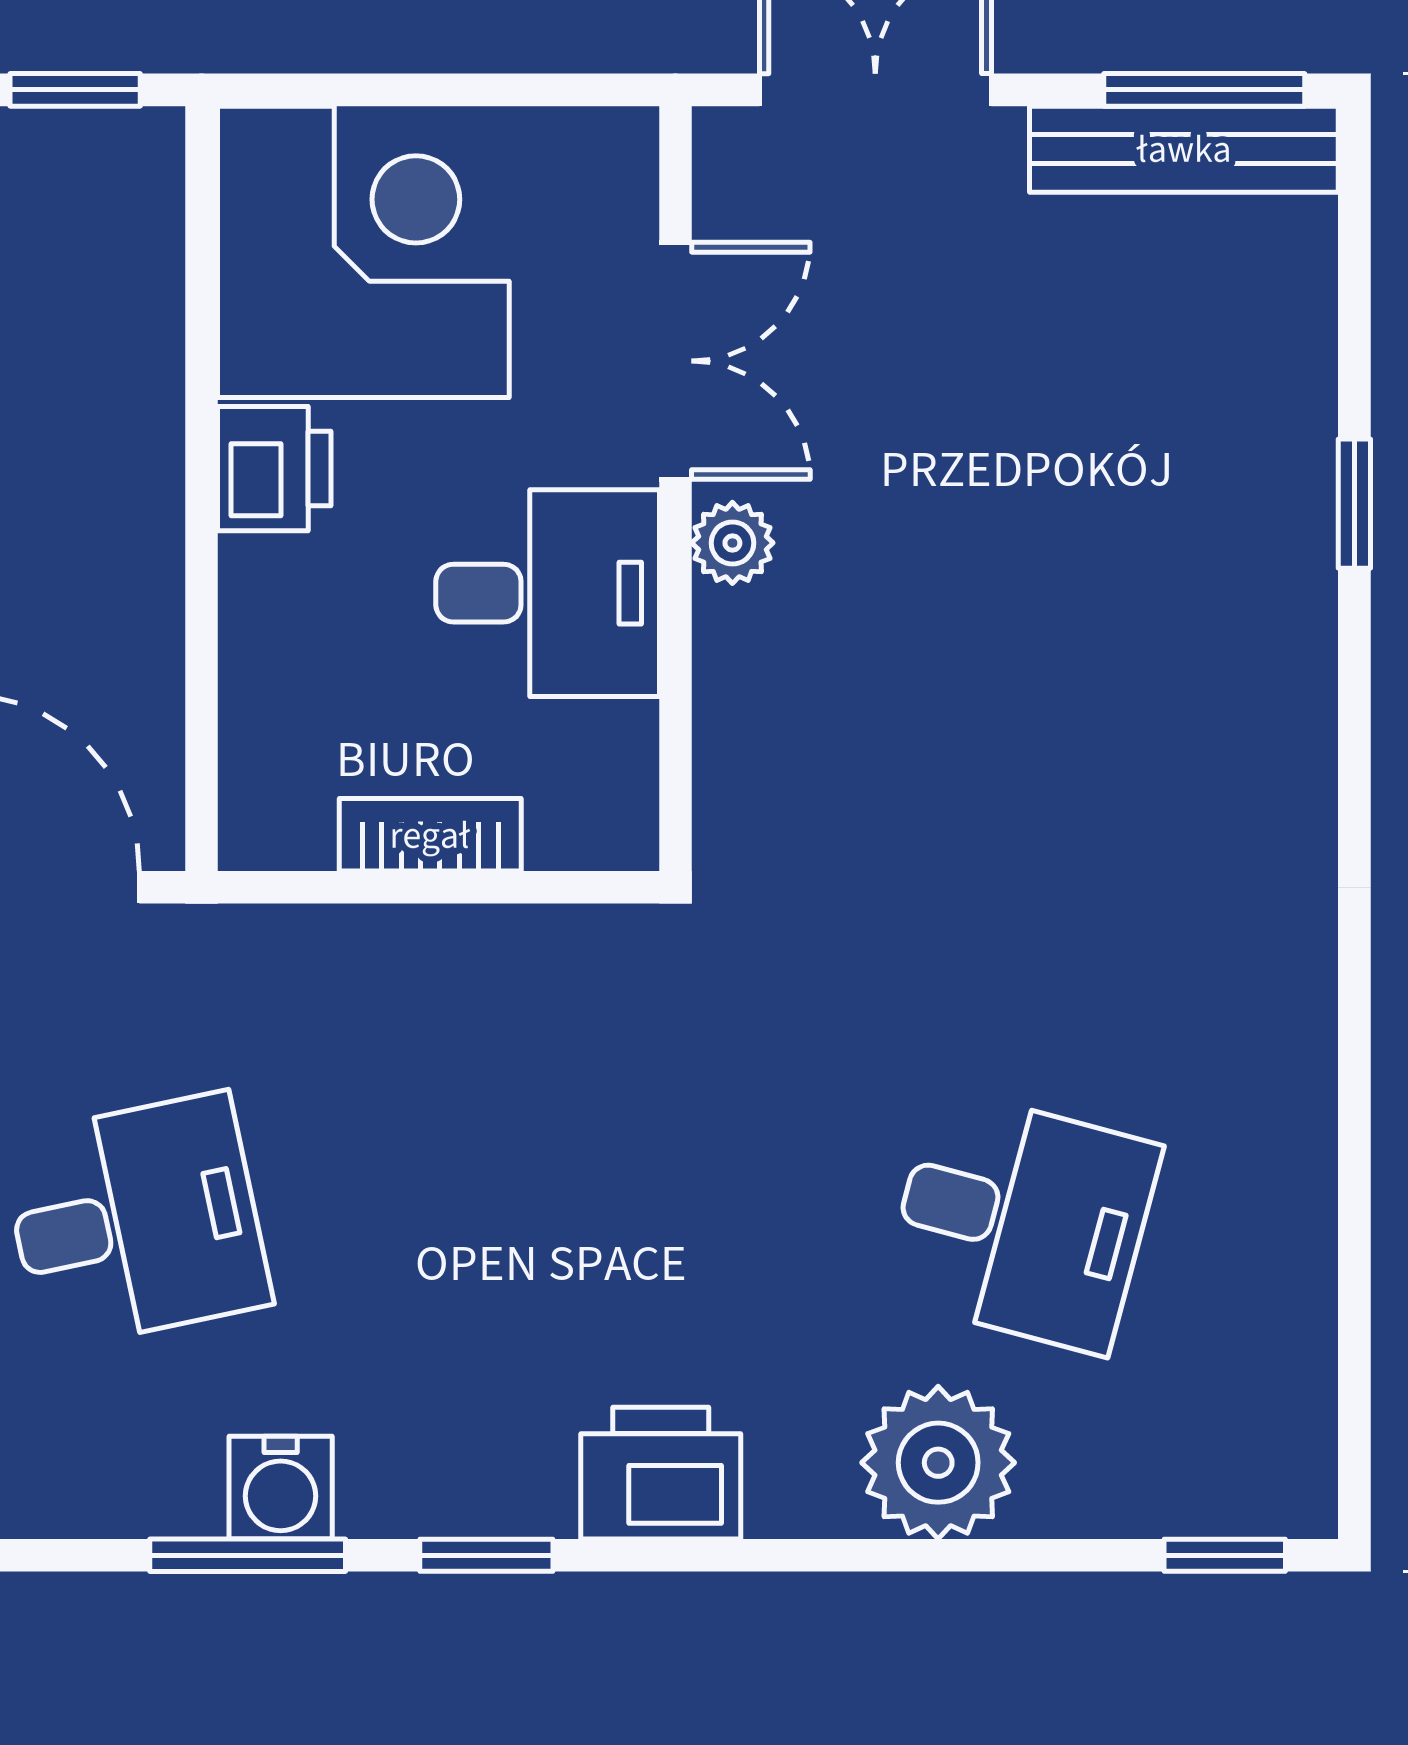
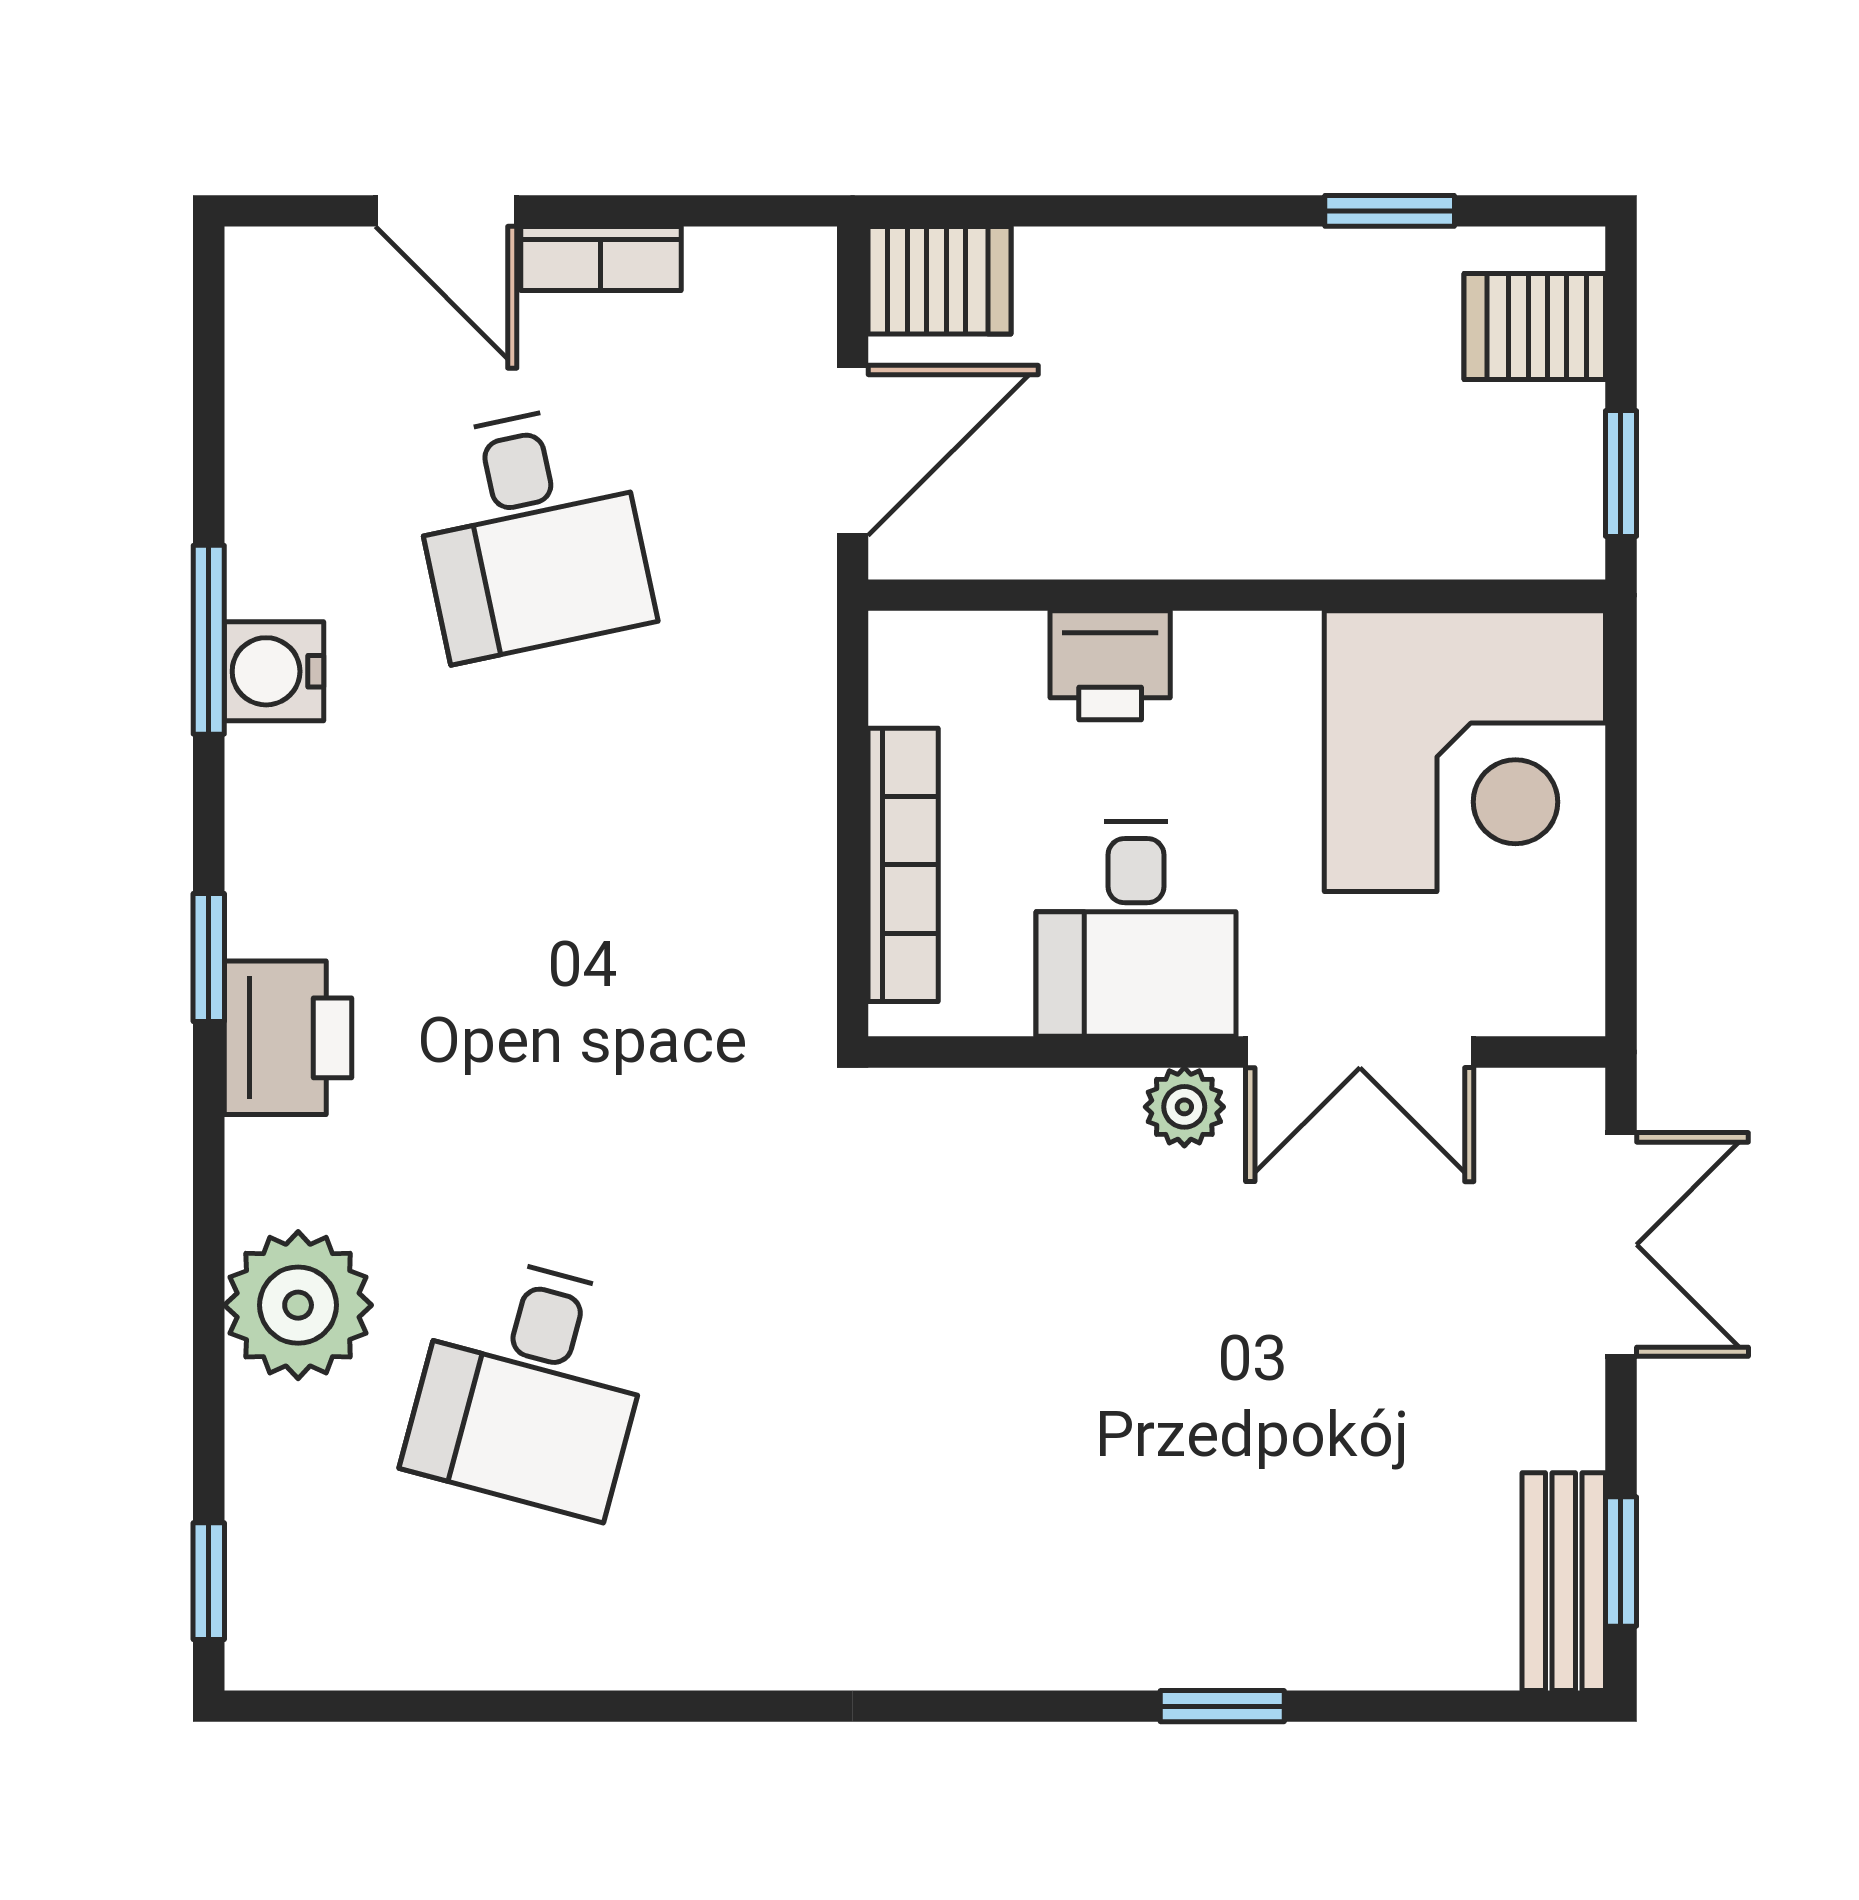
window: (1204, 90) -> (1621, 1562), width x0.67
bench: (1184, 149) -> (1564, 1582), width x0.73
printer: (274, 469) -> (1110, 665), moved
bookcase: (430, 835) -> (903, 865), width x1.56
window: (486, 1555) -> (209, 957), moved

